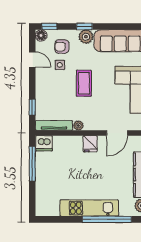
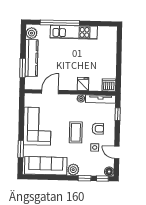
window: (84, 26) -> (85, 178), moved
armchair: (62, 47) -> (98, 129), moved
fridge: (90, 144) -> (83, 84), moved
window: (32, 164) -> (119, 69), removed

